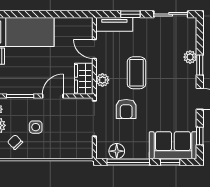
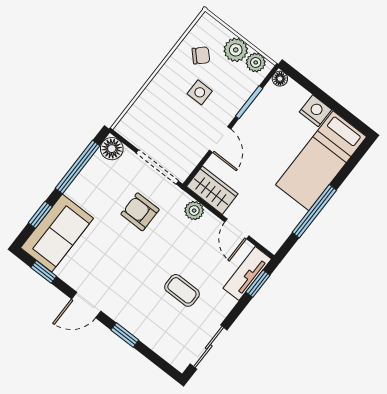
window: (52, 14) -> (314, 211), added
window: (130, 14) -> (258, 284), moved
door: (94, 49) -> (237, 229), swing flipped
plant: (190, 57) -> (142, 331), removed
coffee table: (137, 73) -> (182, 290), moved, width x0.73, depth x0.77
floor lamp: (117, 151) -> (112, 149), moved

